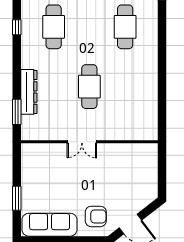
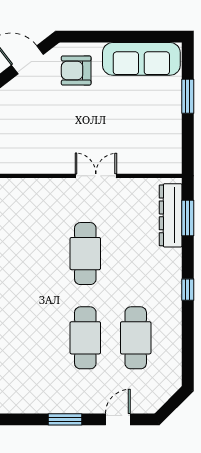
window: (17, 27) -> (188, 290), moved
cafe table: (125, 27) -> (85, 338), moved
dresser: (29, 92) -> (171, 215), moved

